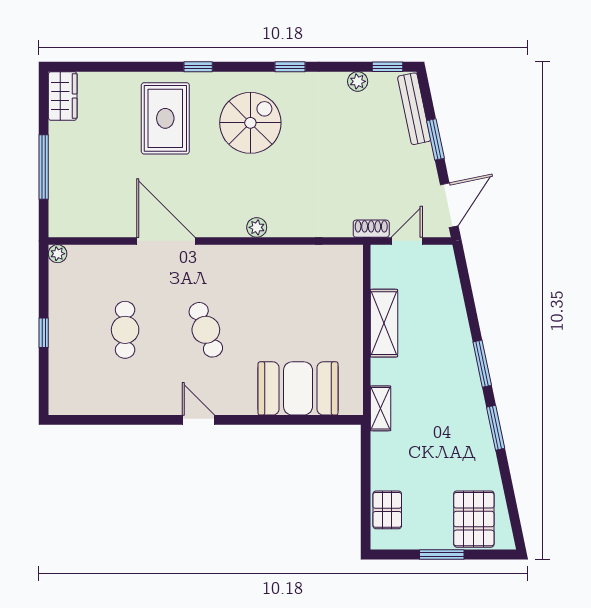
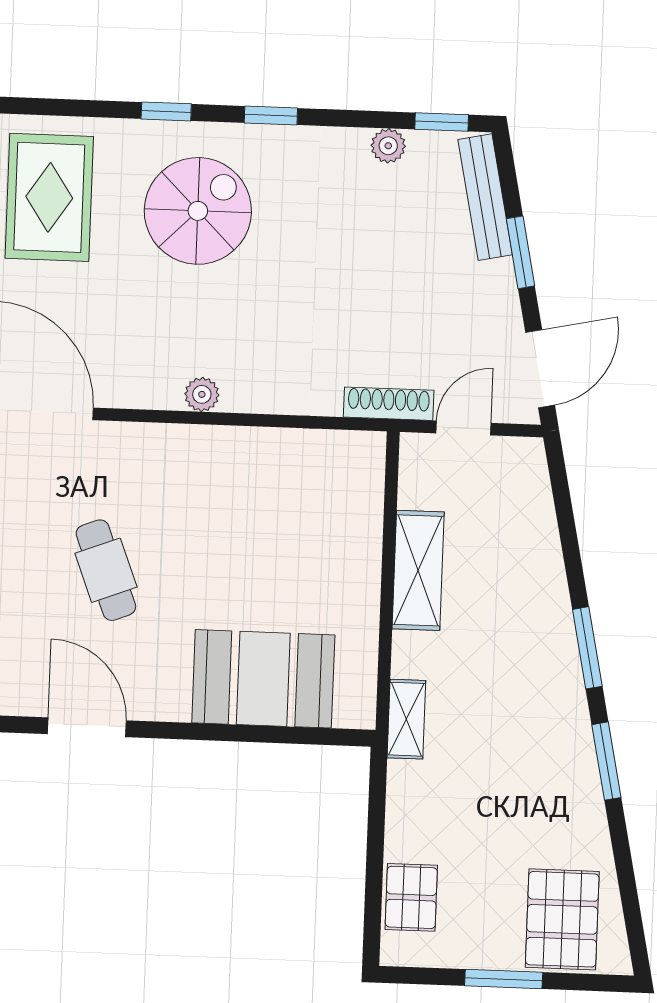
window: (198, 67) -> (166, 111), moved
shoe rack: (371, 229) -> (389, 404), width x1.43
door: (198, 420) -> (87, 727), width x1.38

